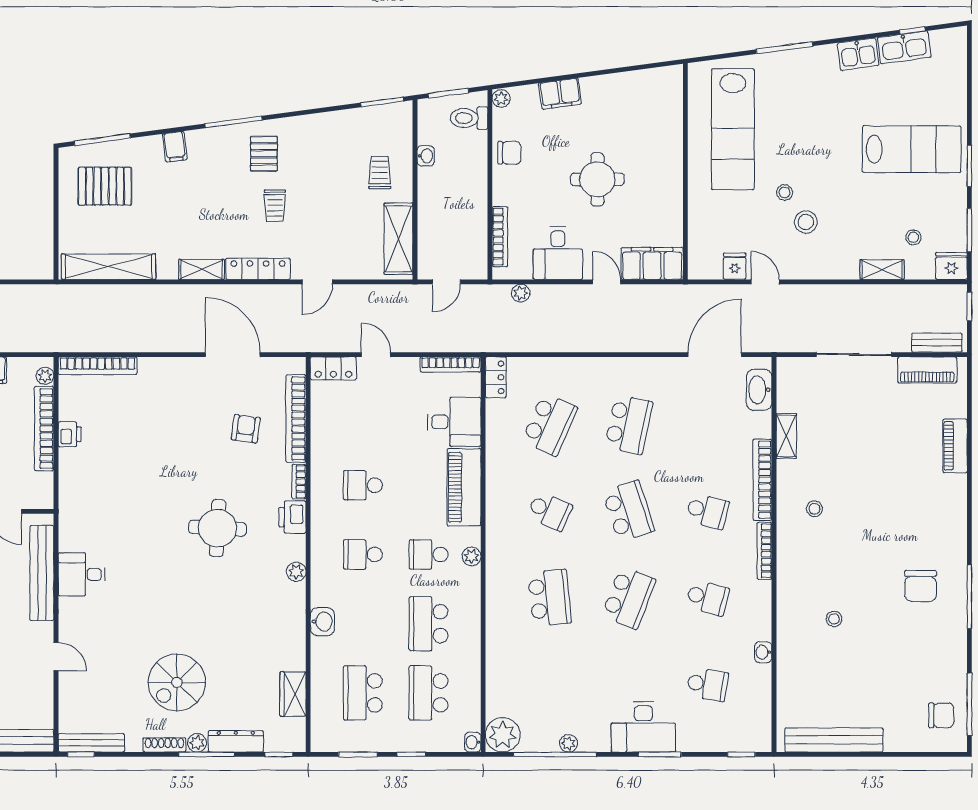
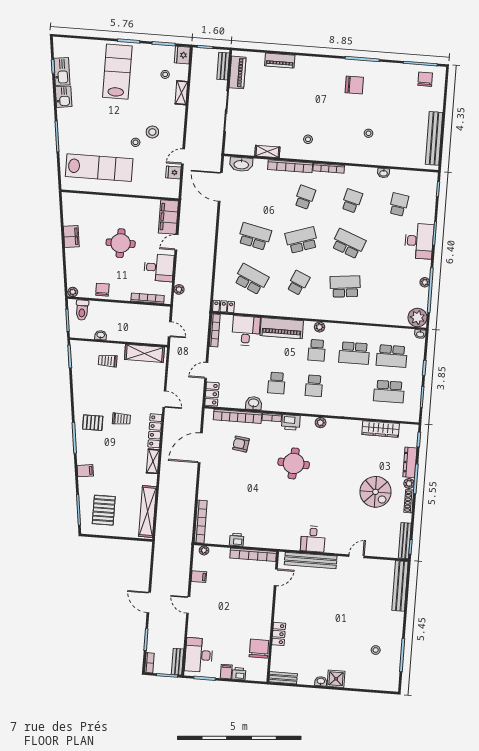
filing cabinet: (560, 94) -> (71, 236), moved
bookcase: (44, 429) -> (253, 555), moved
washbasin: (322, 622) -> (254, 403), moved
wardrobe: (293, 694) -> (381, 429), width x1.50

